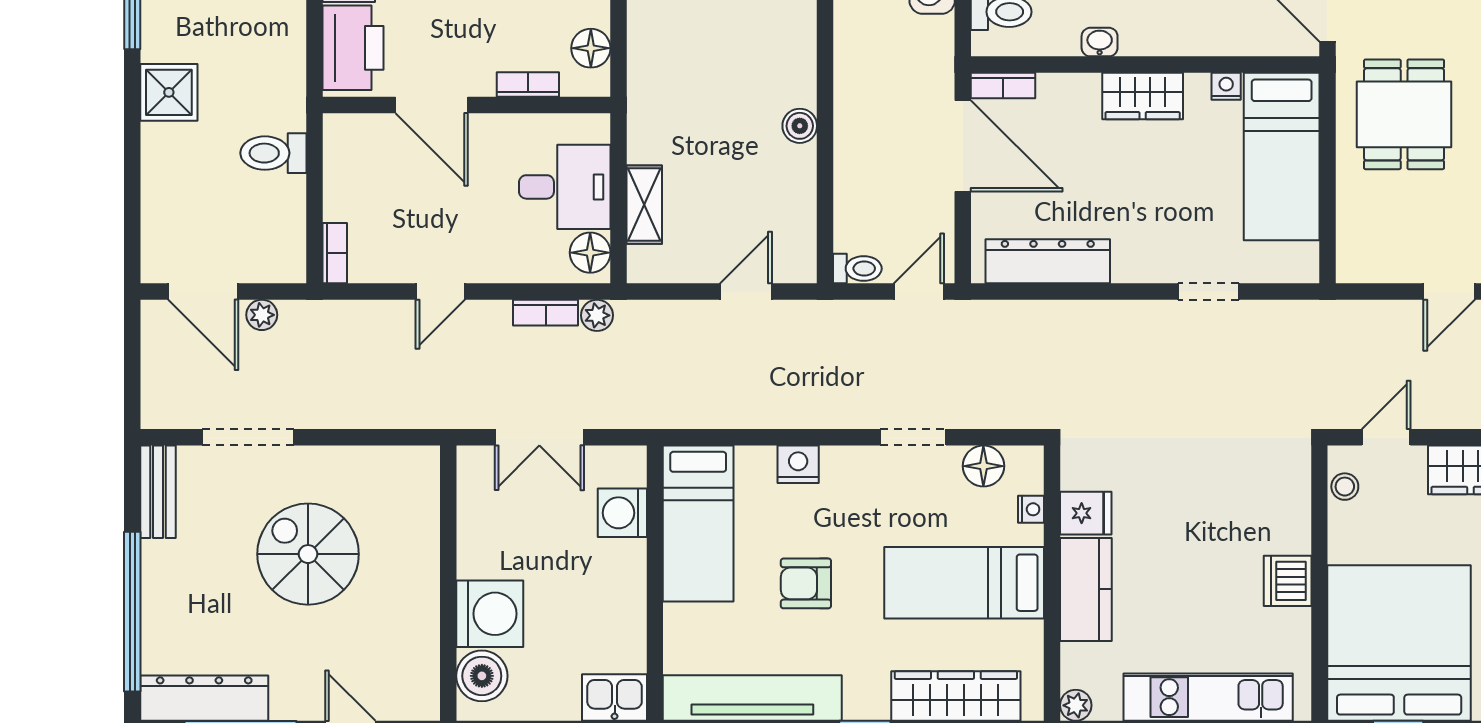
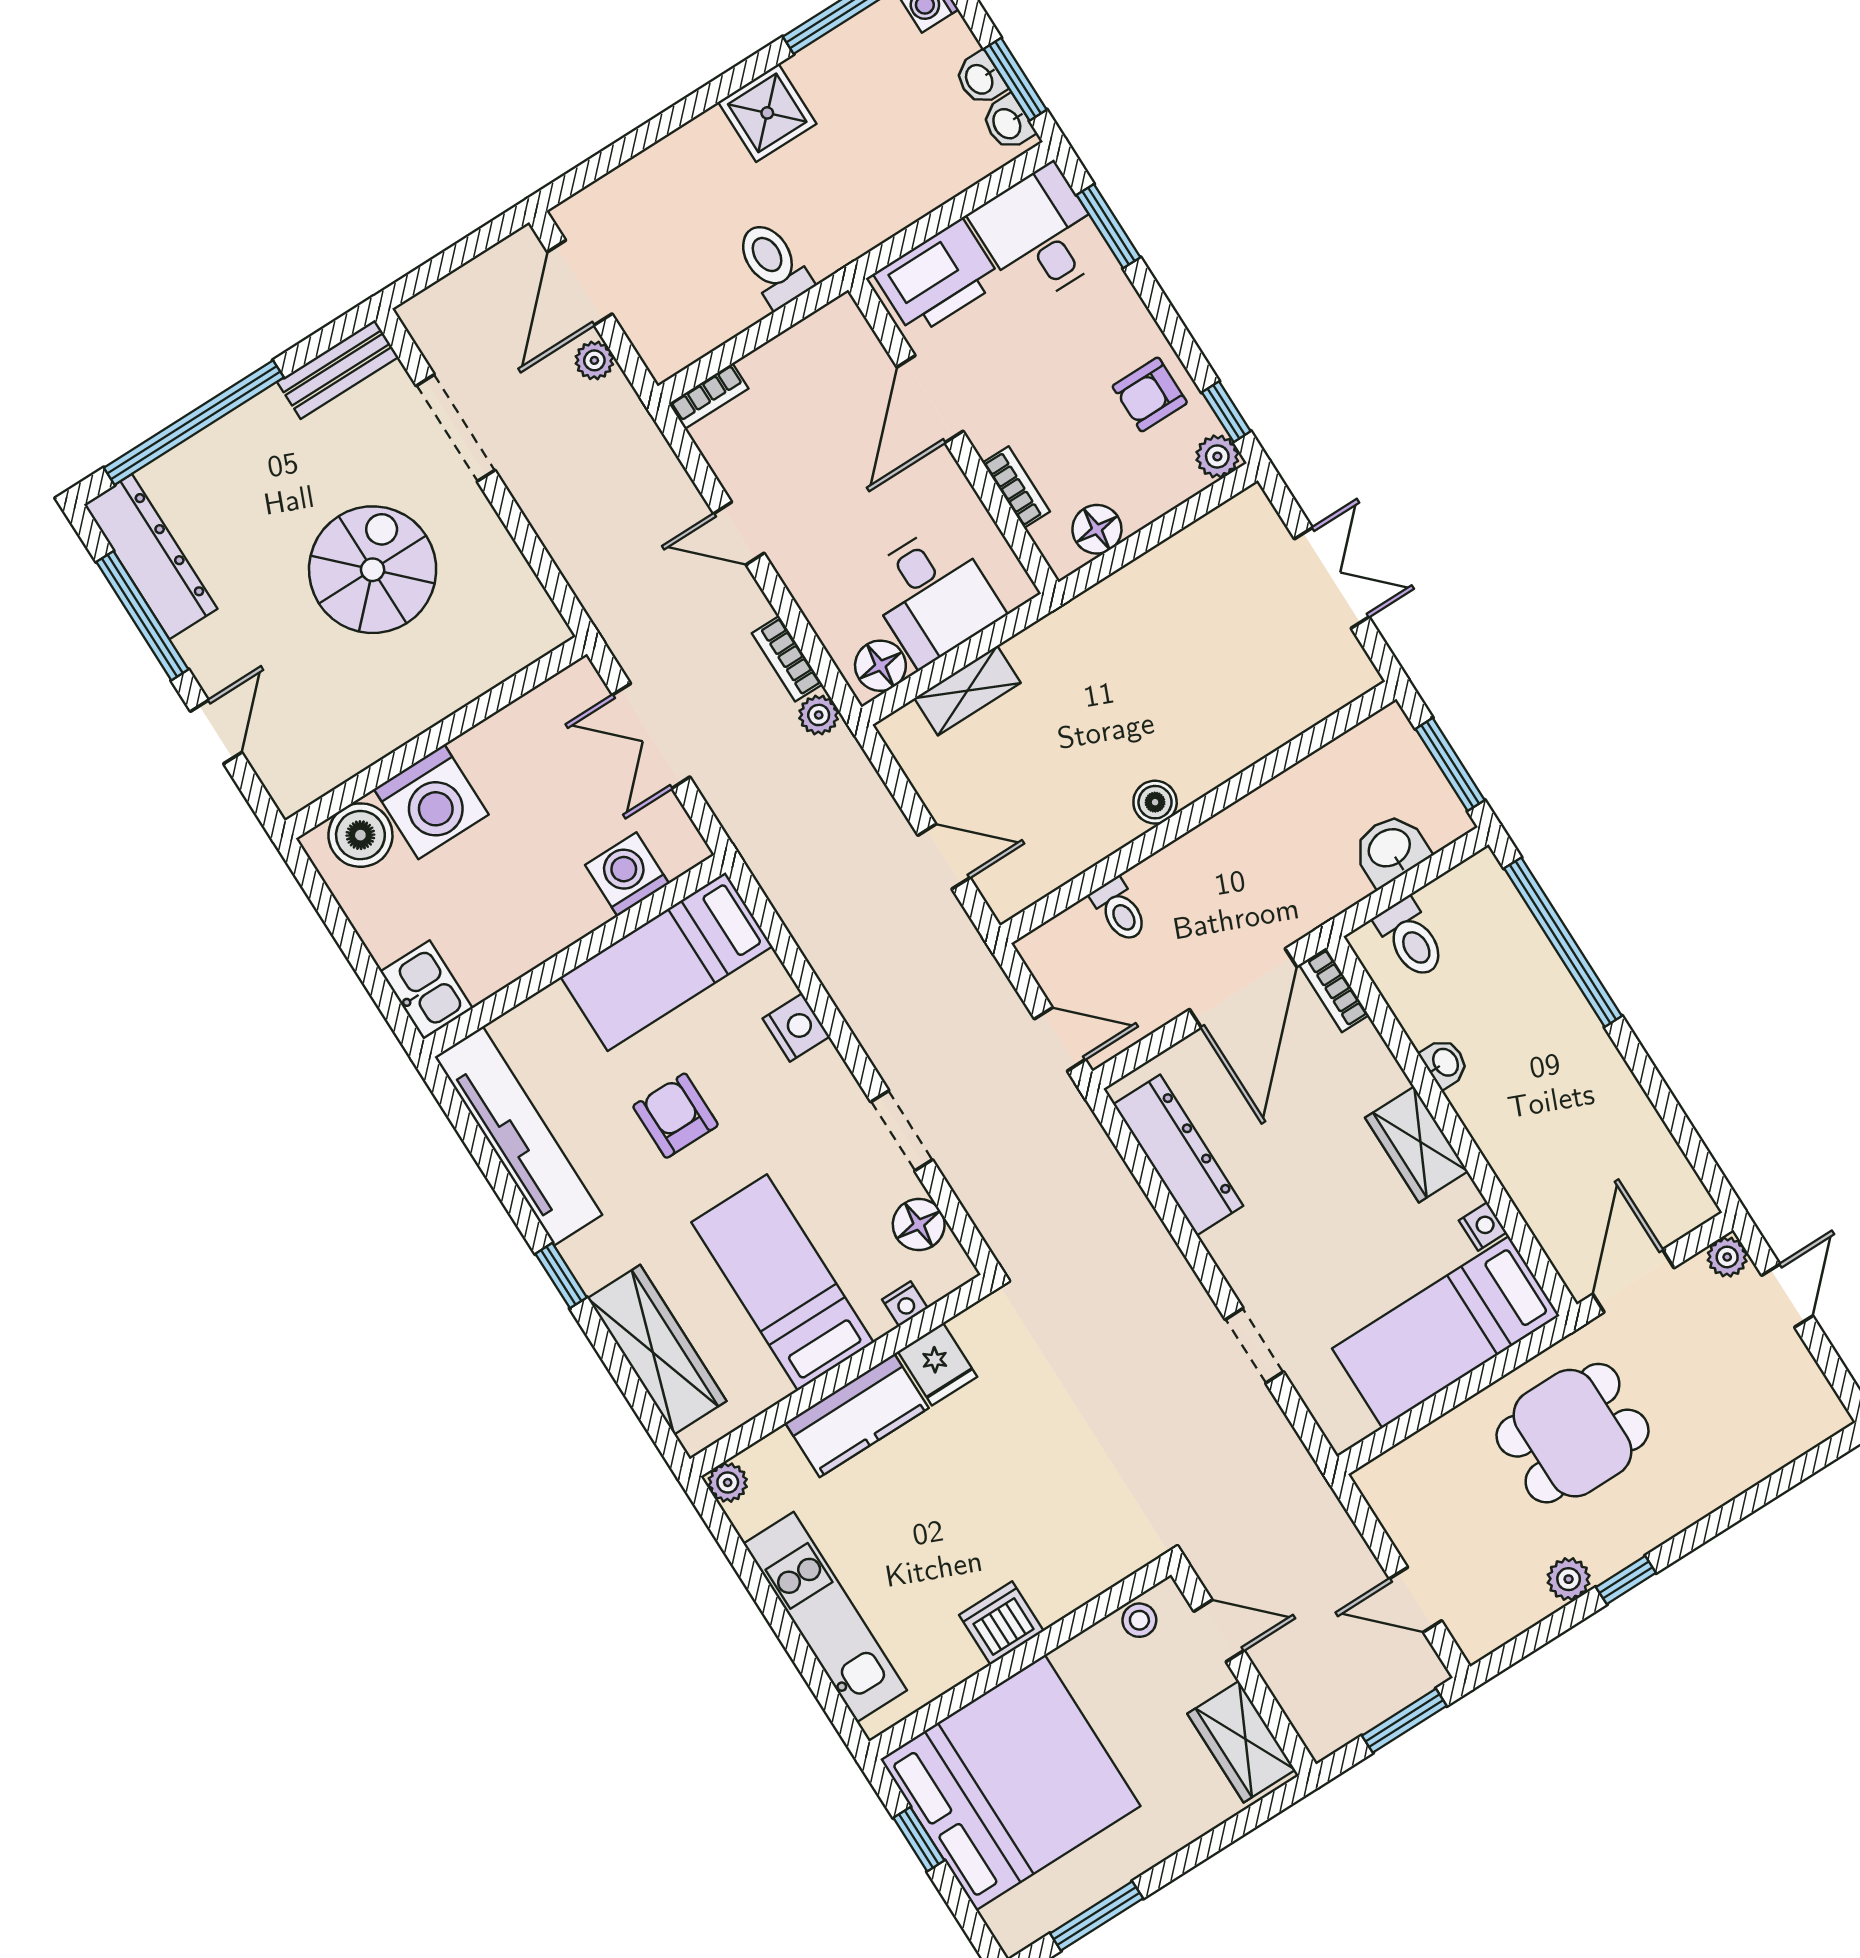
toilet: (857, 269) -> (1119, 910), moved

